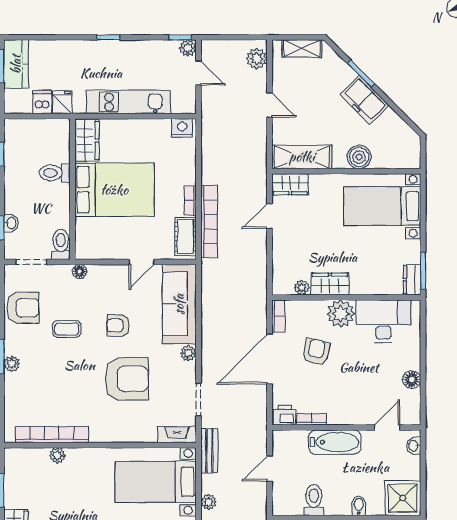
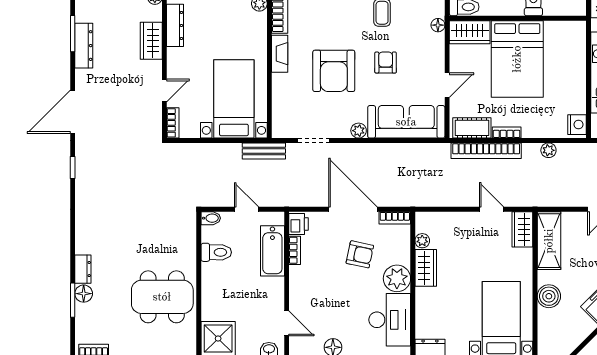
wardrobe: (87, 140) -> (470, 32), moved
door: (141, 262) -> (447, 85), swing flipped
fireplace: (177, 435) -> (280, 54), moved
bathtub: (335, 442) -> (272, 251), moved
plant: (209, 502) -> (548, 150), moved
bidet: (359, 506) -> (211, 218), moved

